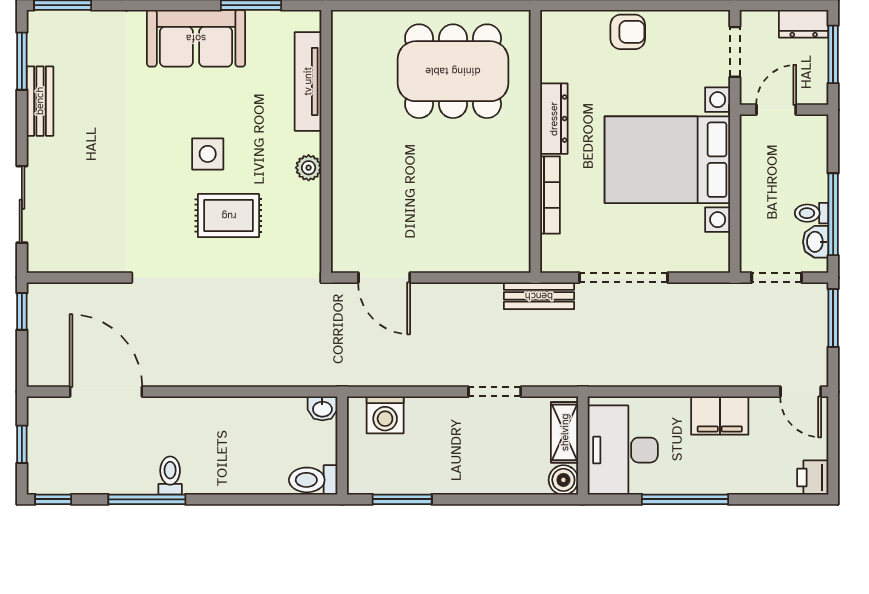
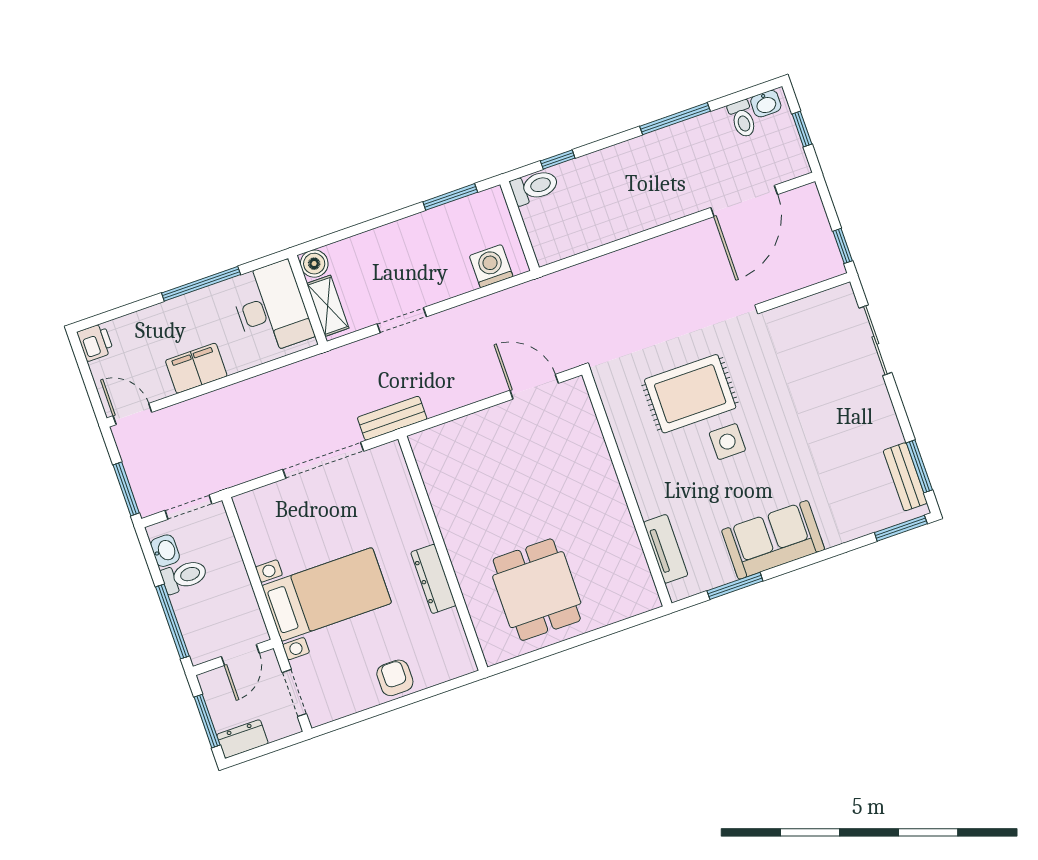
armchair: (628, 32) -> (395, 678), turned 90
dining table: (453, 71) -> (537, 590), width x0.73
tv unit: (308, 81) -> (666, 549), width x0.71
bench: (40, 101) -> (905, 477), moved
bed with nightstands: (667, 160) -> (327, 594), width x0.73
plant: (309, 168) -> (634, 460), removed
bookcase: (550, 195) -> (413, 510), removed
toilet: (812, 213) -> (184, 576), width x1.37, depth x1.39
window: (833, 214) -> (172, 622), moved
rug: (229, 216) -> (690, 394), width x1.36, depth x1.43
door: (106, 392) -> (744, 201), hinge flipped
washbasin: (322, 408) -> (766, 104), moved, turned 180
toilet: (170, 476) -> (742, 119), moved
window: (53, 499) -> (558, 160), moved

